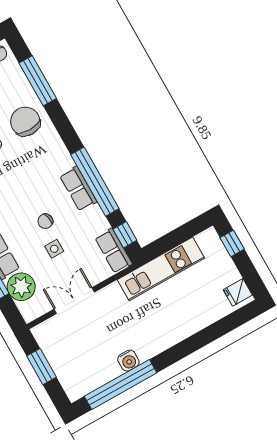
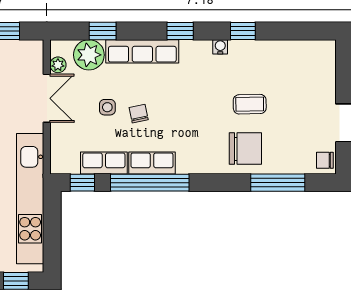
row of seats: (114, 251) -> (104, 163), moved
kitchen unit: (161, 269) -> (30, 199), width x1.36
plant: (43, 307) -> (58, 65), added

